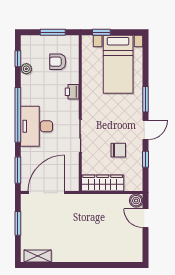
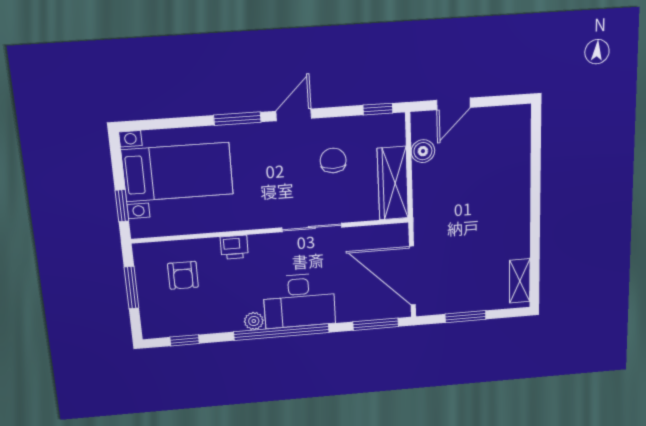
plant: (26, 69) -> (254, 321), moved
door: (146, 130) -> (294, 115), hinge flipped
window: (146, 159) -> (378, 109), moved
boiler: (136, 201) -> (423, 151), moved

